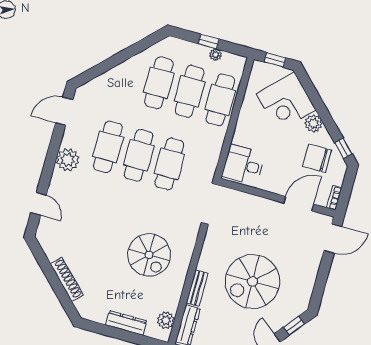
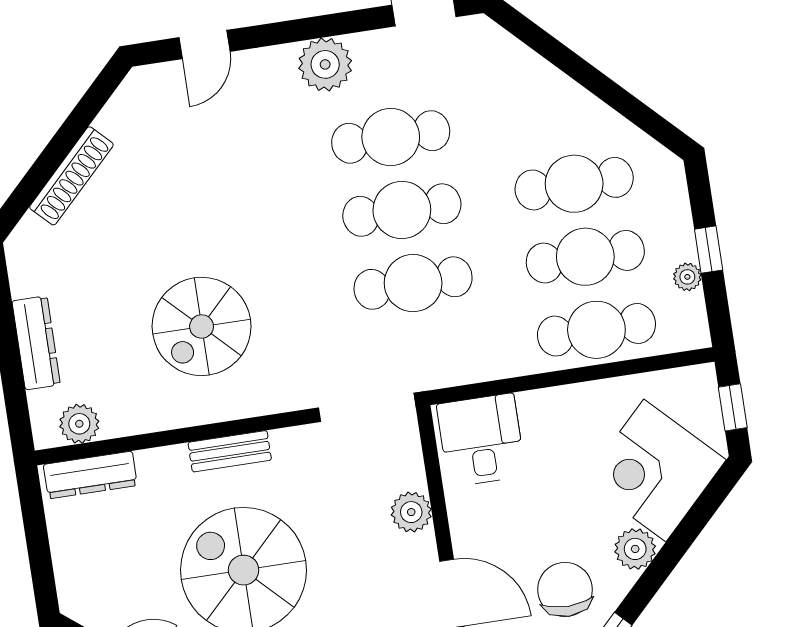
plant: (259, 205) -> (411, 512), added
bench: (197, 288) -> (230, 451), moved

